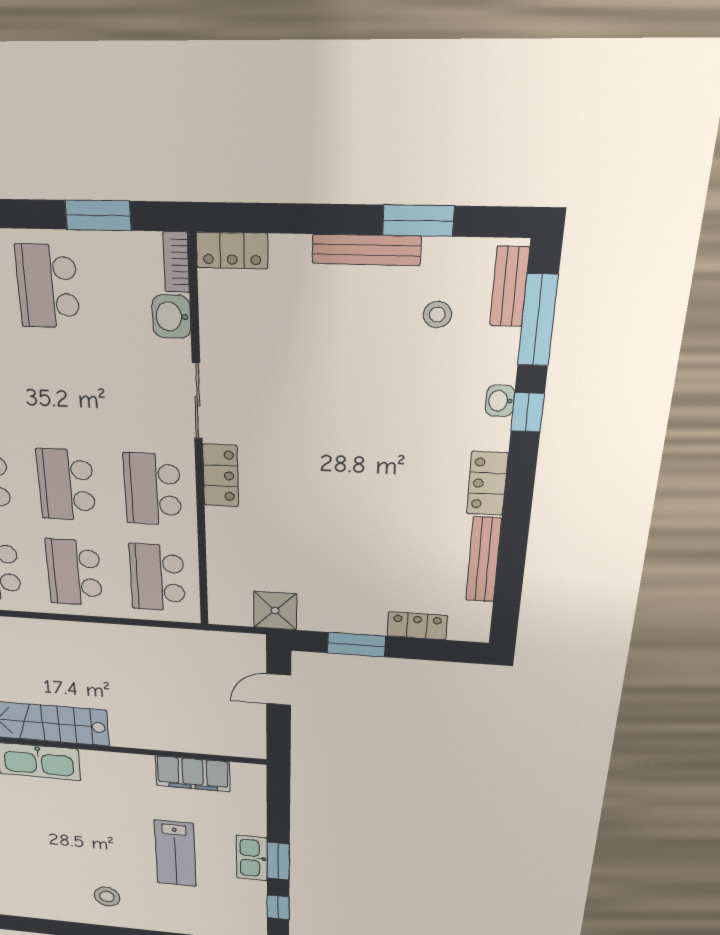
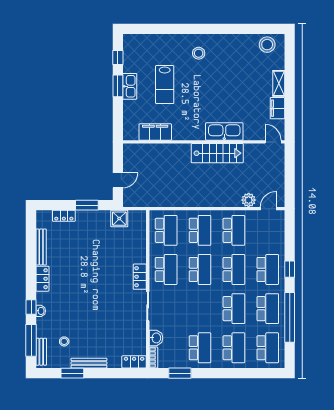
lab bench: (175, 854) -> (165, 85), turned 180

